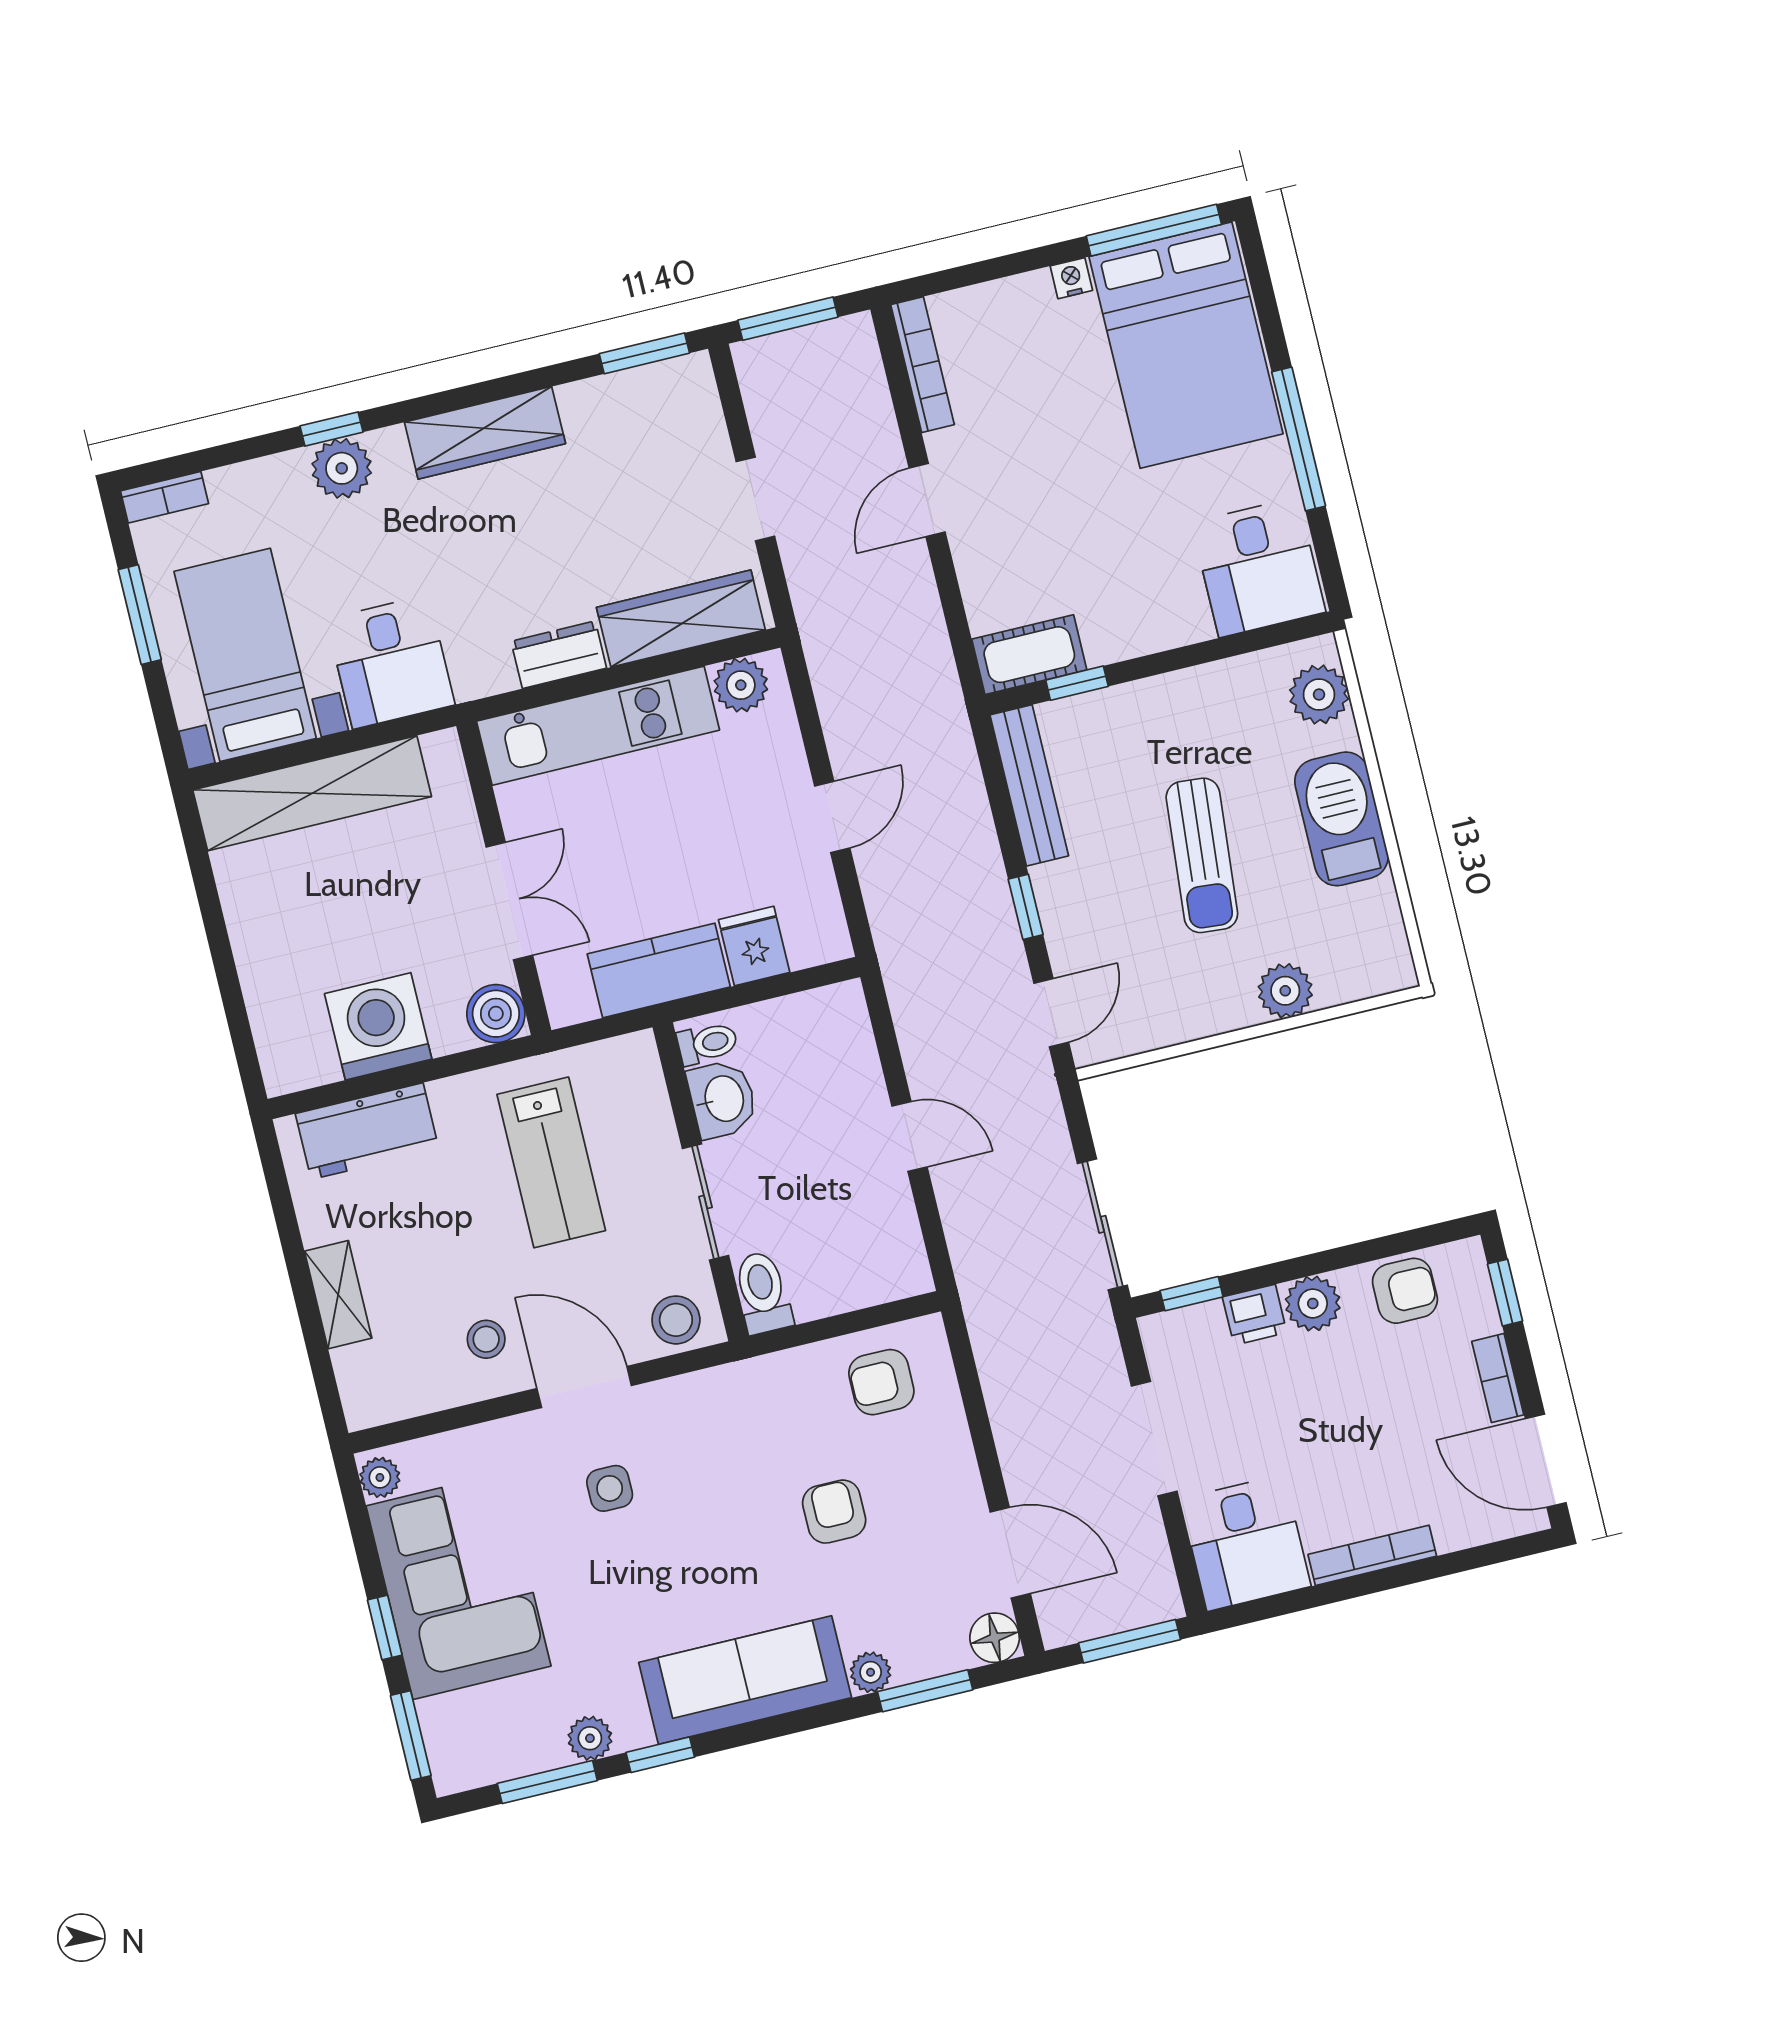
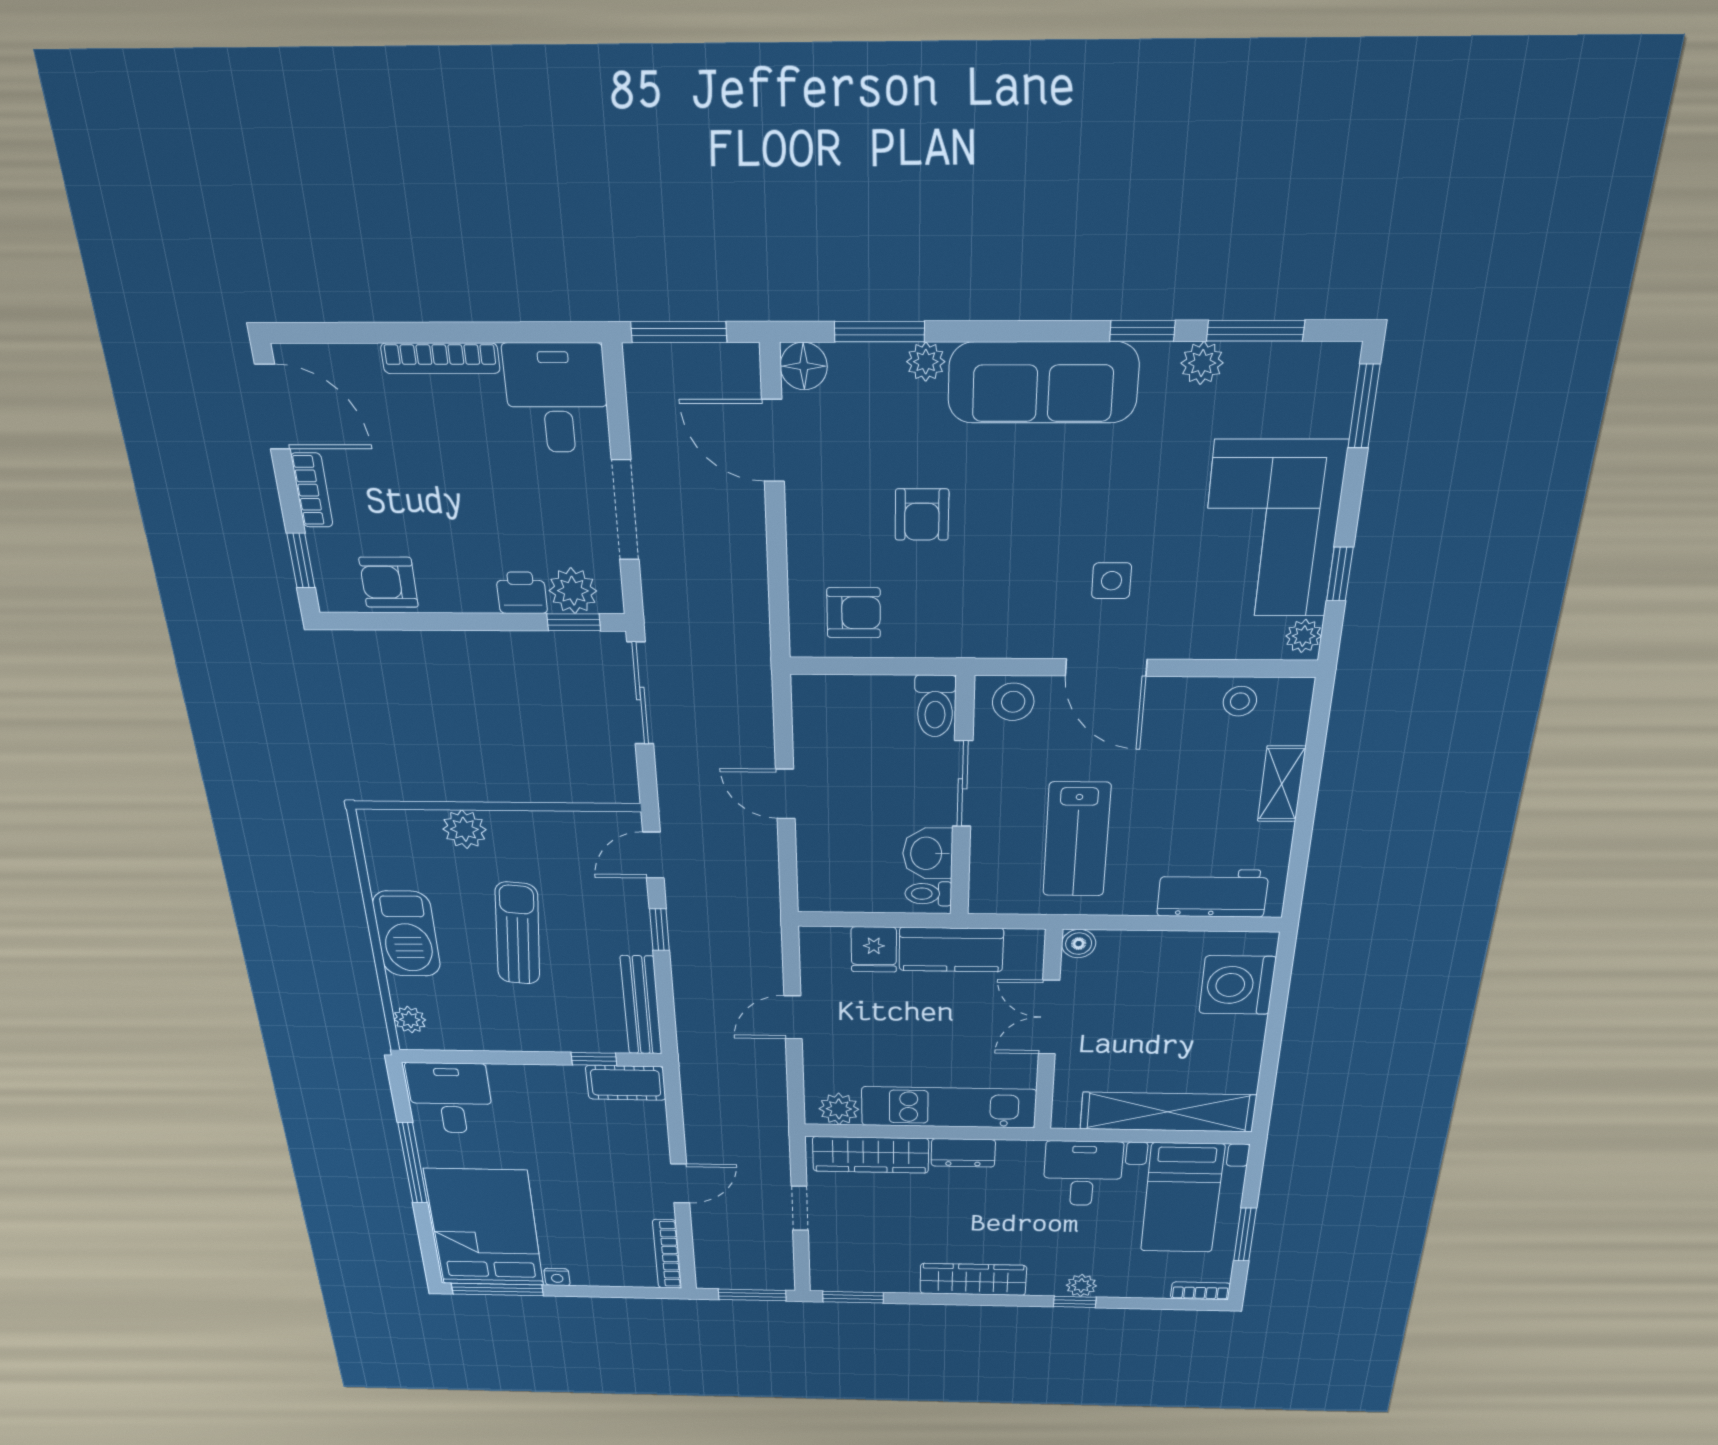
plant: (342, 468) -> (1081, 1286), width x0.73, depth x0.73
plant: (1319, 695) -> (410, 1020), width x0.73, depth x0.73
boiler: (496, 1014) -> (1079, 944), width x0.73, depth x0.73
washing machine: (378, 1026) -> (1237, 985), moved, turned 90
lab bench: (551, 1162) -> (1077, 840), turned 180
plant: (1313, 1303) -> (573, 591), moved
stool: (486, 1339) -> (1240, 701), moved
window: (385, 1628) -> (1340, 574), moved

